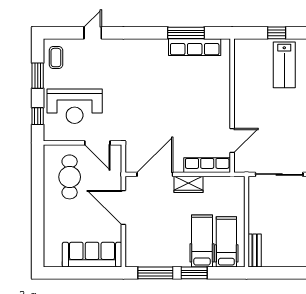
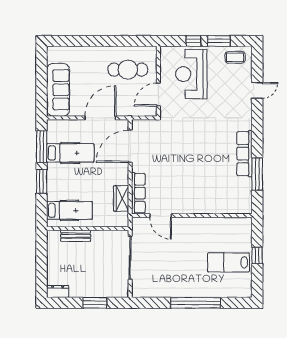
door: (93, 33) -> (257, 90), hinge flipped
row of seats: (195, 47) -> (244, 154), moved
window: (38, 116) -> (193, 41), moved
door: (155, 174) -> (130, 146), swing flipped
wardrobe: (188, 184) -> (121, 198), moved
hospital bed: (202, 241) -> (70, 153), moved
bench: (255, 251) -> (76, 236), moved

